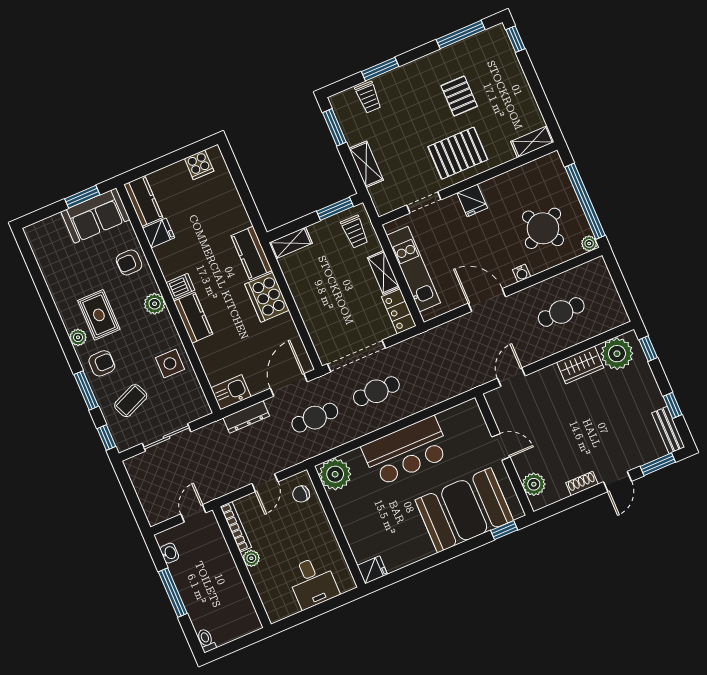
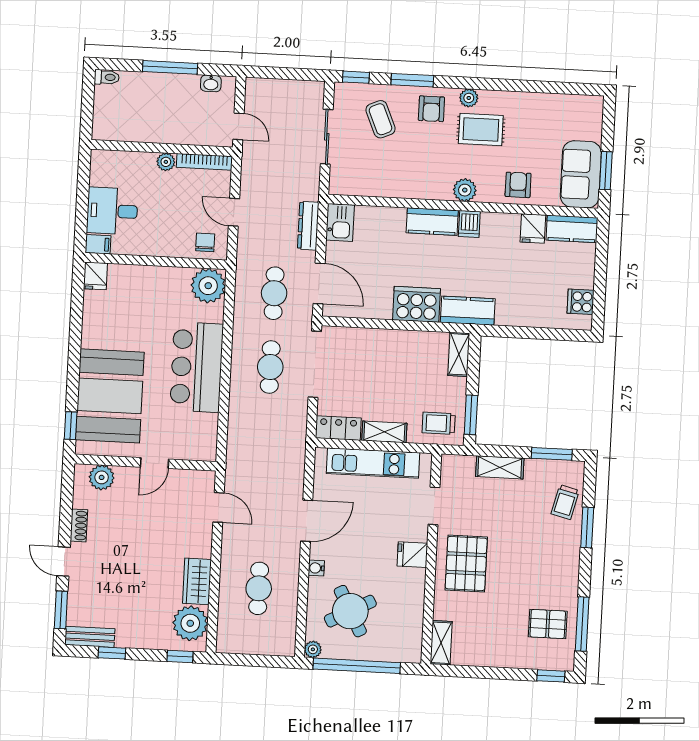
pallet: (459, 96) -> (548, 624), moved
trolley: (368, 97) -> (565, 502), turned -77
side table: (170, 363) -> (398, 176), removed
filing cabinet: (345, 580) -> (98, 244), added

